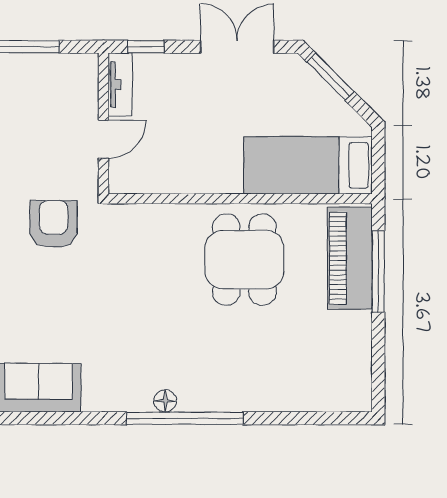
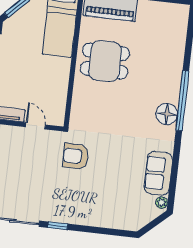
floor lamp: (165, 401) -> (167, 114), width x1.89, depth x1.89

